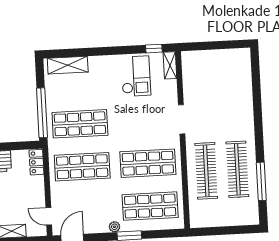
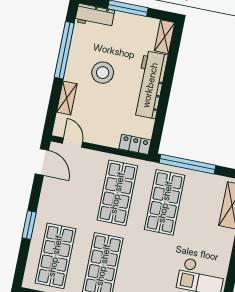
door: (49, 216) -> (73, 143), hinge flipped
plant: (114, 227) -> (43, 211), removed

